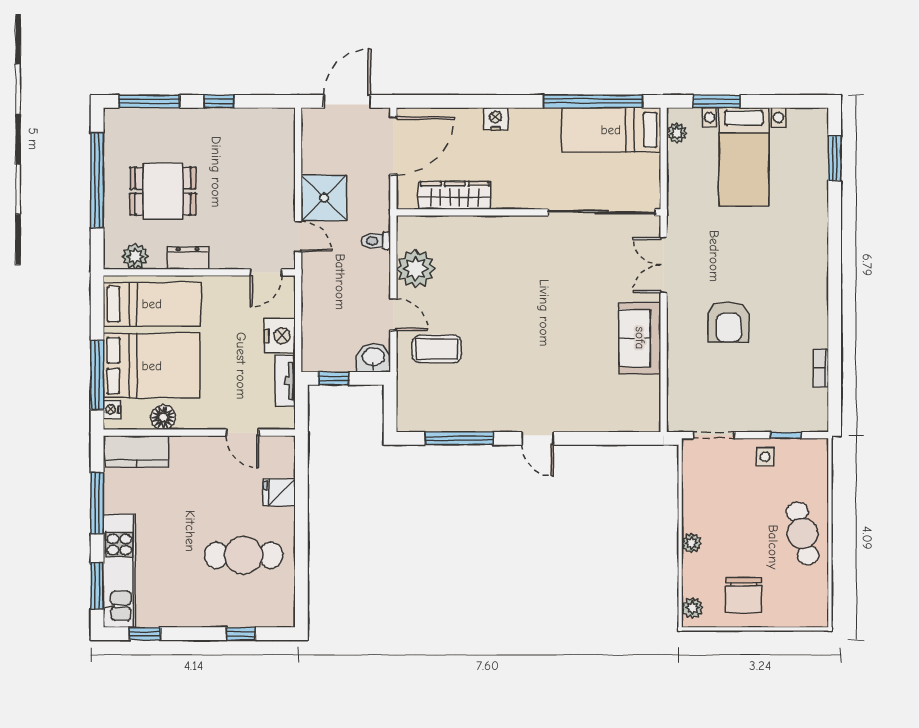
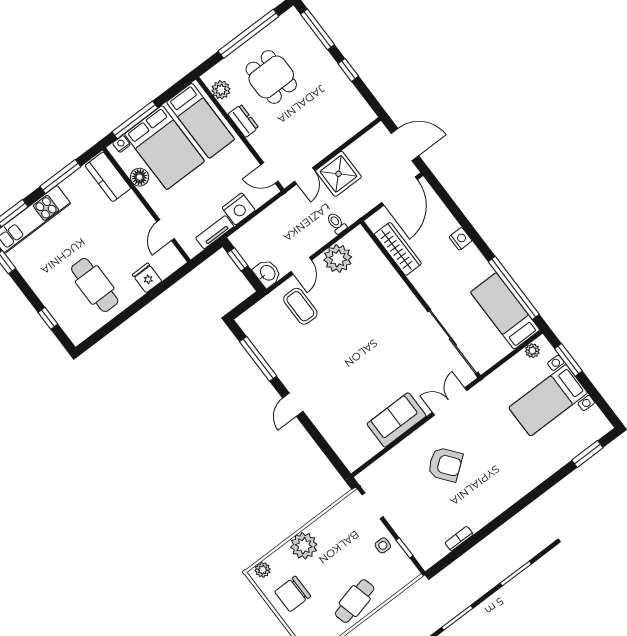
door: (393, 146) -> (400, 191), hinge flipped
armchair: (729, 322) -> (445, 464), turned -128
plant: (692, 543) -> (304, 546), width x1.87, depth x1.87

